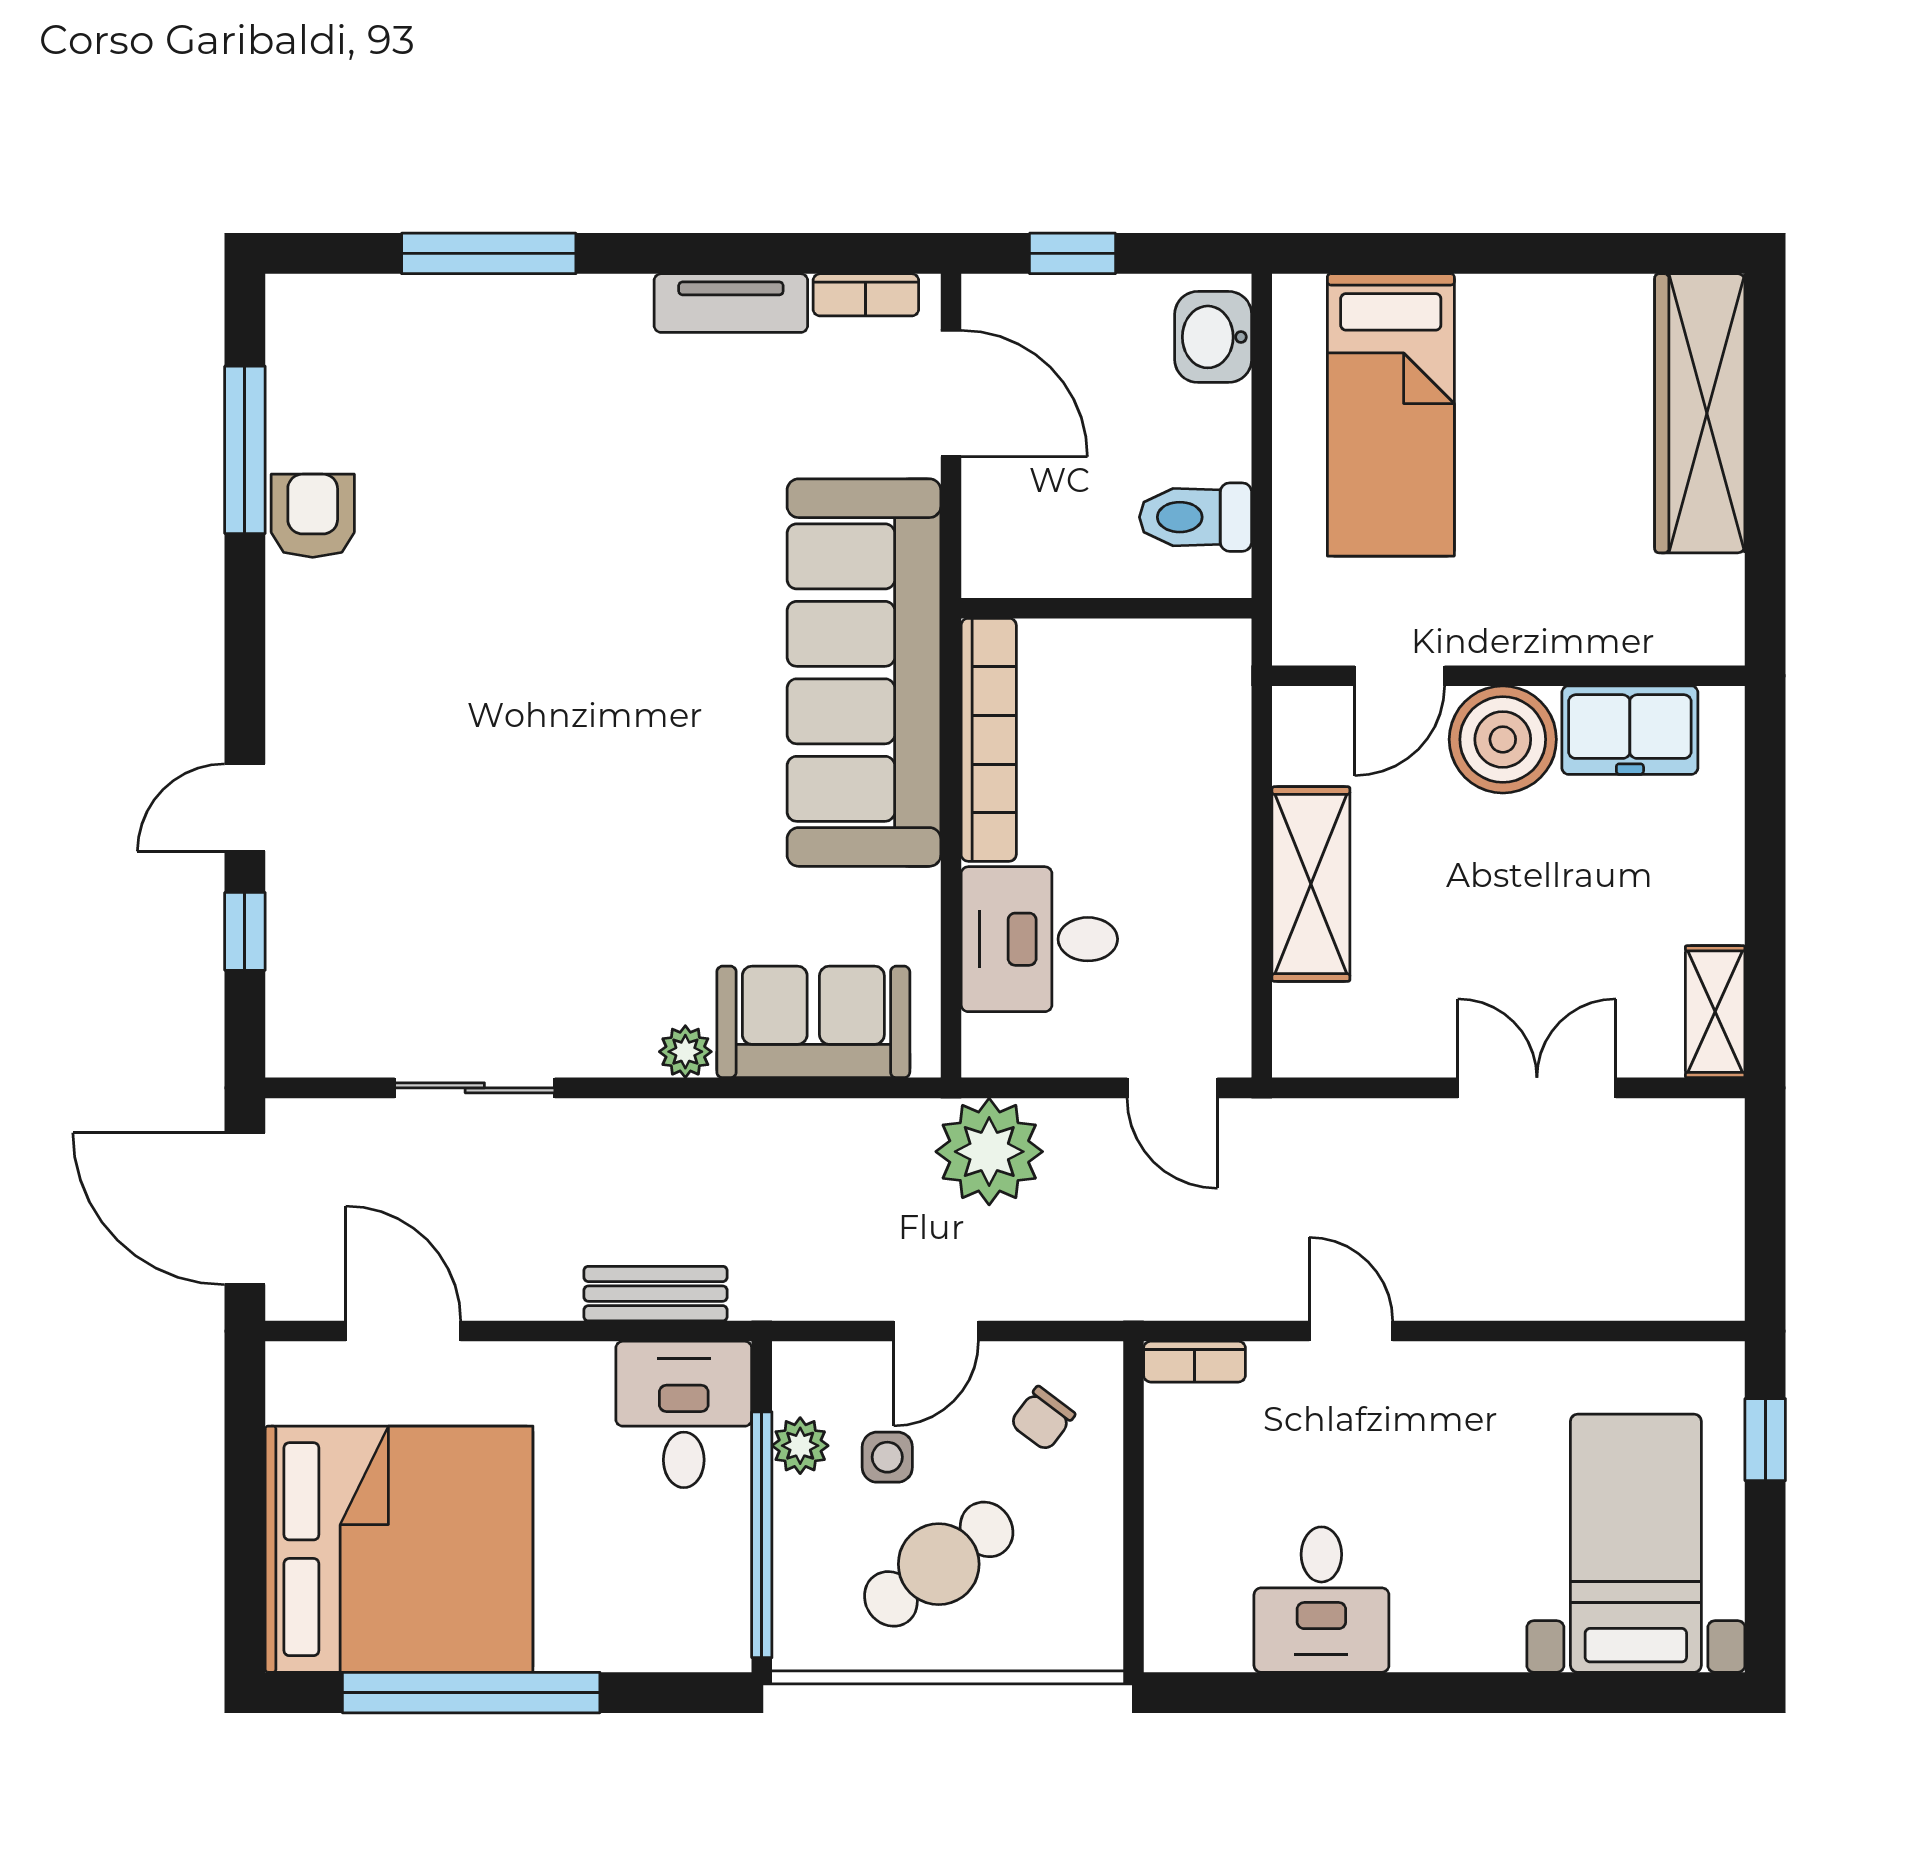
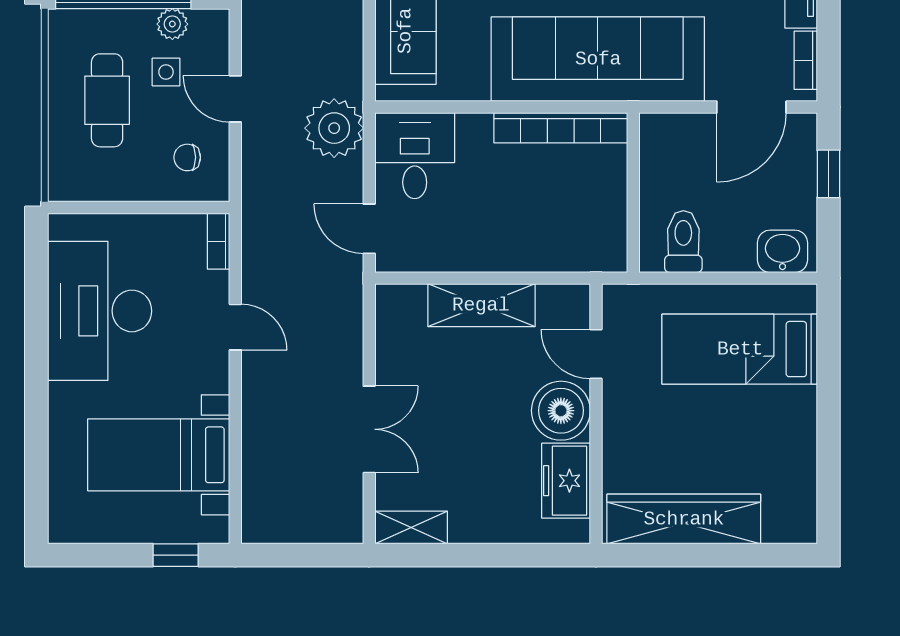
wardrobe: (1700, 413) -> (684, 519), moved
desk: (1039, 939) -> (415, 156), moved
door: (1172, 1088) -> (369, 229), hinge flipped
door: (1351, 1331) -> (235, 327), hinge flipped
chair: (1043, 1419) -> (187, 157), turned -37
bed with nightstands: (1636, 1543) -> (159, 455), moved, turned 180
cafe table: (939, 1564) -> (107, 100), turned 36
desk: (1321, 1600) -> (100, 311), width x1.87, depth x1.30

